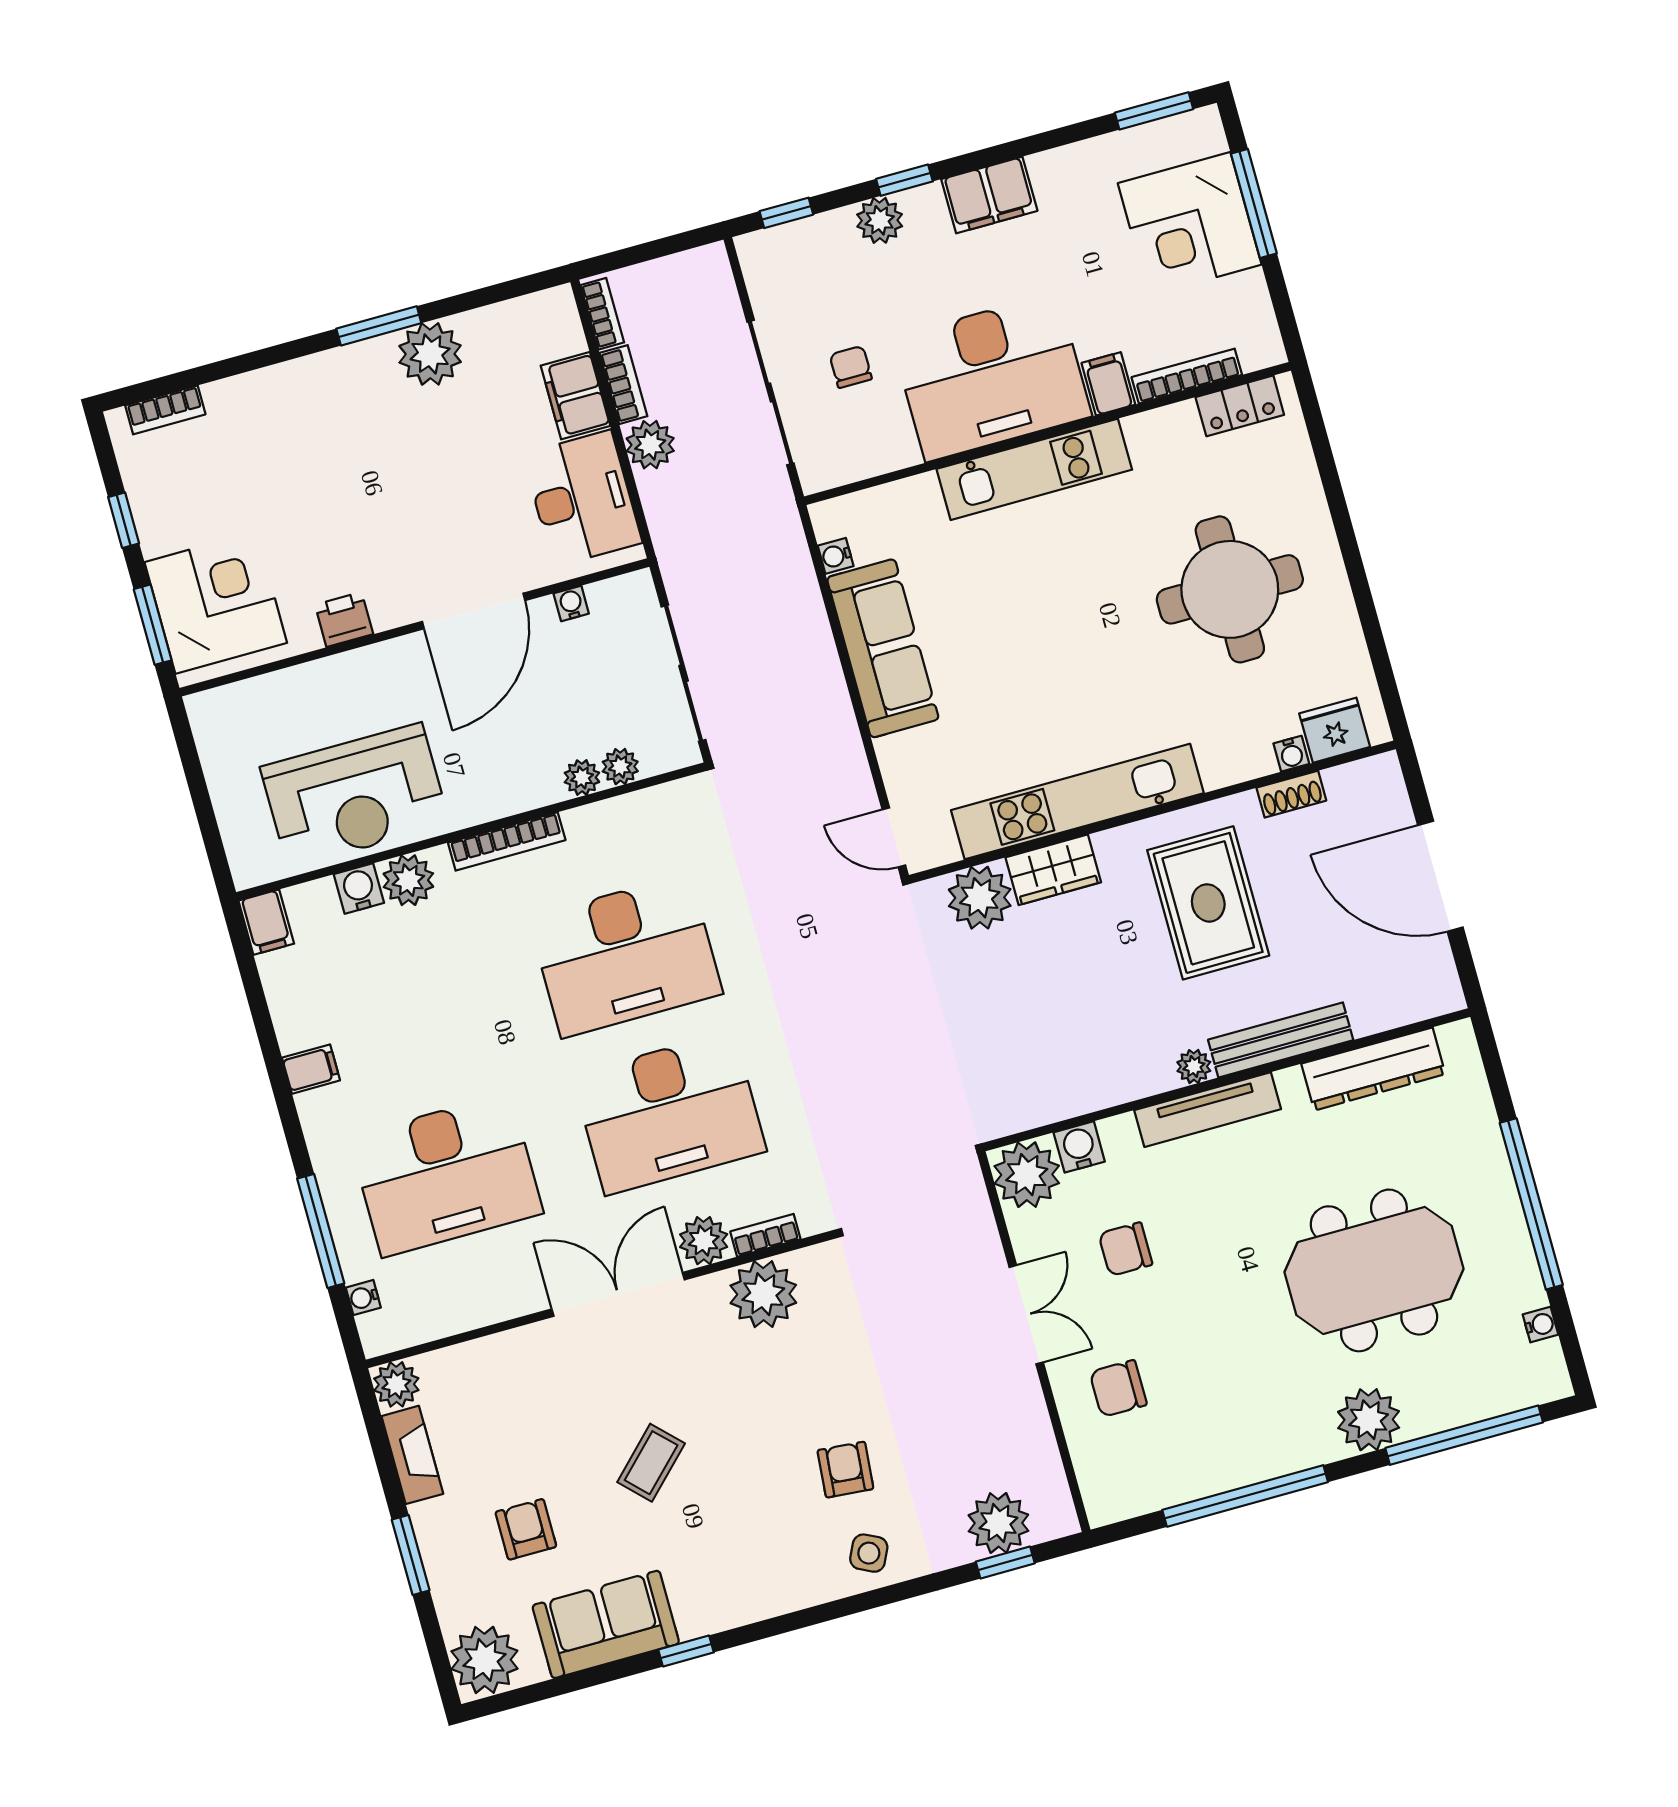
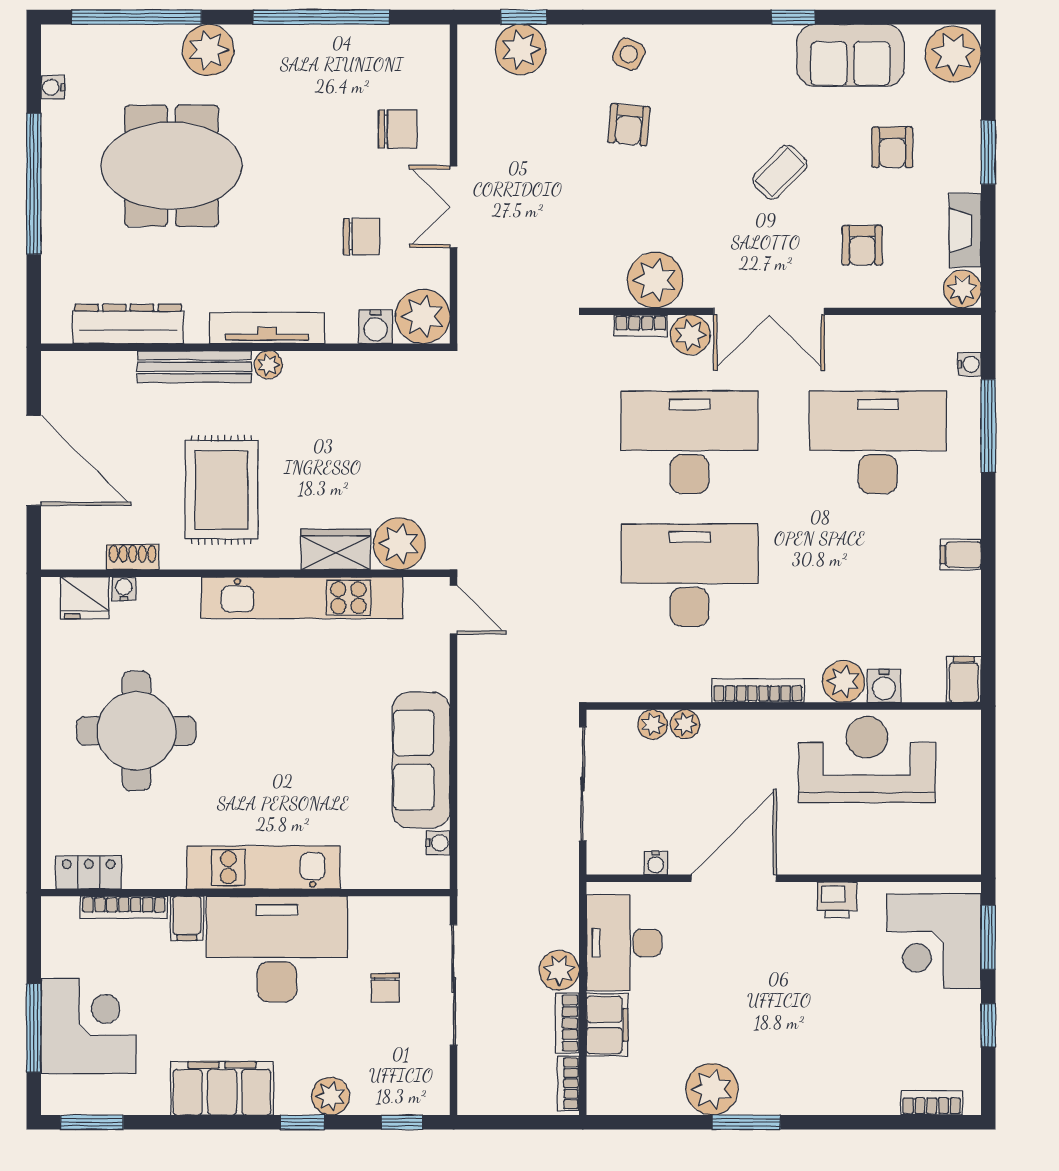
filing cabinet: (989, 195) -> (222, 1088), width x1.50, depth x1.17
armchair: (529, 1403) -> (862, 245), added

